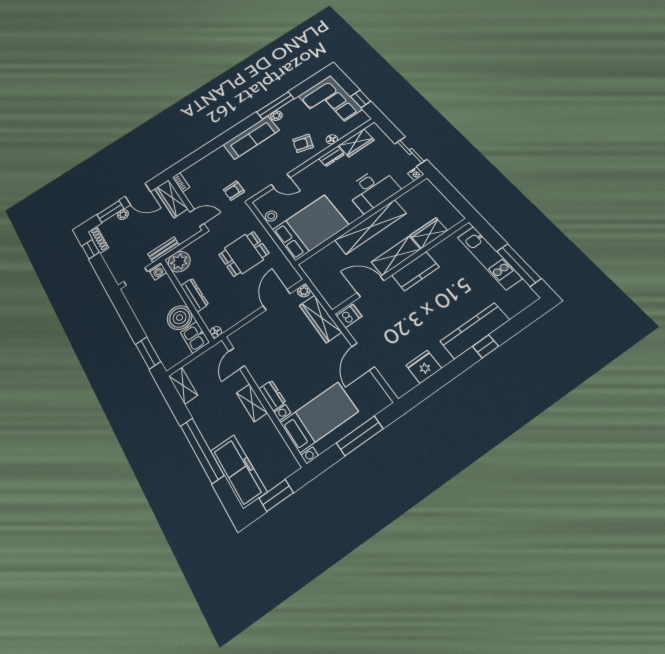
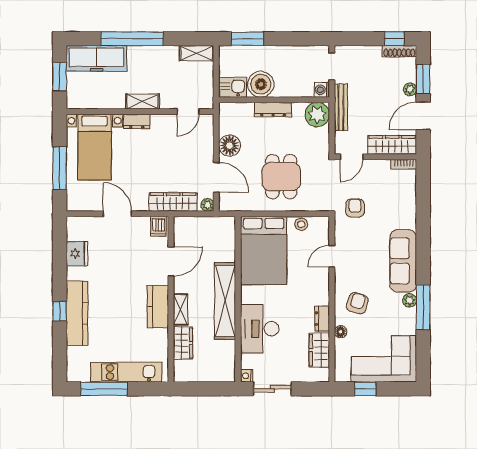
bench: (164, 250) -> (341, 107), width x1.36
shelving: (396, 256) -> (181, 309), width x0.67, depth x0.75
floor lamp: (216, 332) -> (230, 146), moved, width x1.89, depth x1.89
door: (237, 359) -> (188, 112), swing flipped

